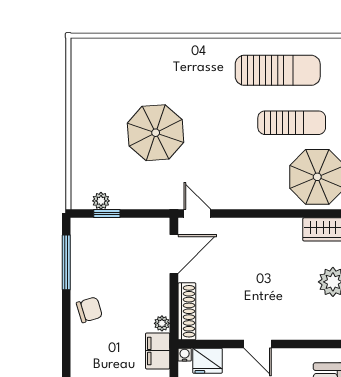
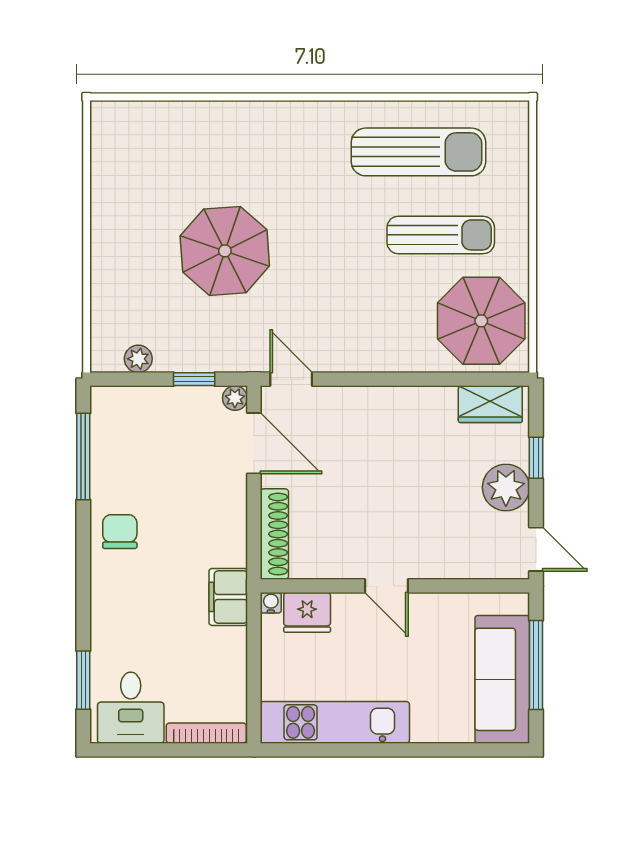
window: (107, 214) -> (194, 379), moved
door: (174, 254) -> (254, 443), hinge flipped
chair: (89, 310) -> (120, 532), turned -73
plant: (162, 323) -> (235, 398), moved

